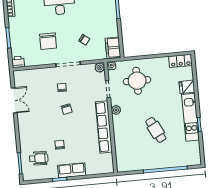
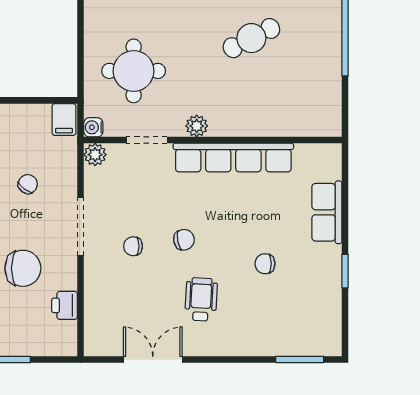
filing cabinet: (113, 48) -> (64, 119), width x0.50
printer: (18, 62) -> (65, 305), moved
wheelchair: (39, 158) -> (201, 299), moved
row of seats: (72, 170) -> (327, 212), moved

